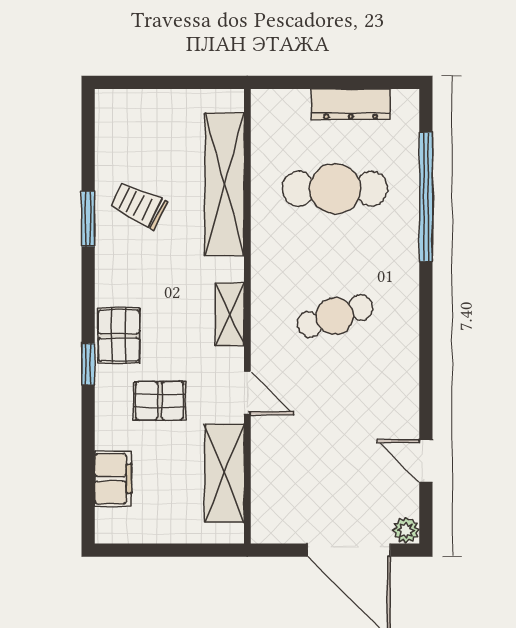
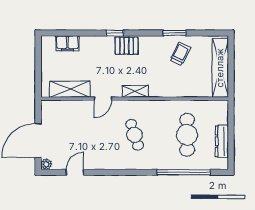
shelving: (225, 184) -> (220, 68), moved, turned 90
pallet: (160, 401) -> (100, 62), removed

